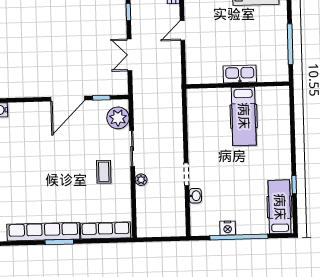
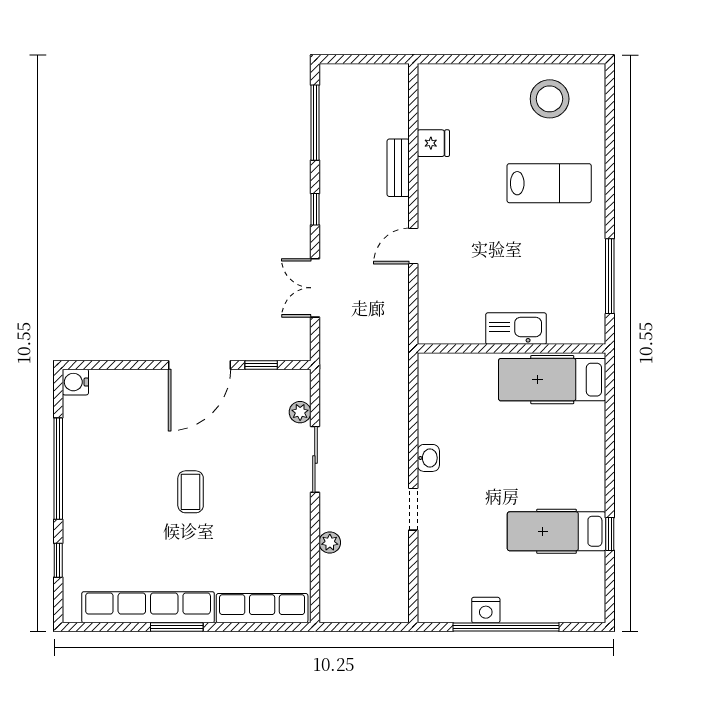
hospital bed: (244, 116) -> (552, 380), moved, turned 90
plant: (118, 118) -> (300, 412), width x0.53, depth x0.53
coffee table: (104, 172) -> (191, 492), moved
plant: (141, 180) -> (330, 542), moved
washbasin: (195, 196) -> (428, 458), moved
hospital bed: (280, 207) -> (557, 531), moved, turned -90

